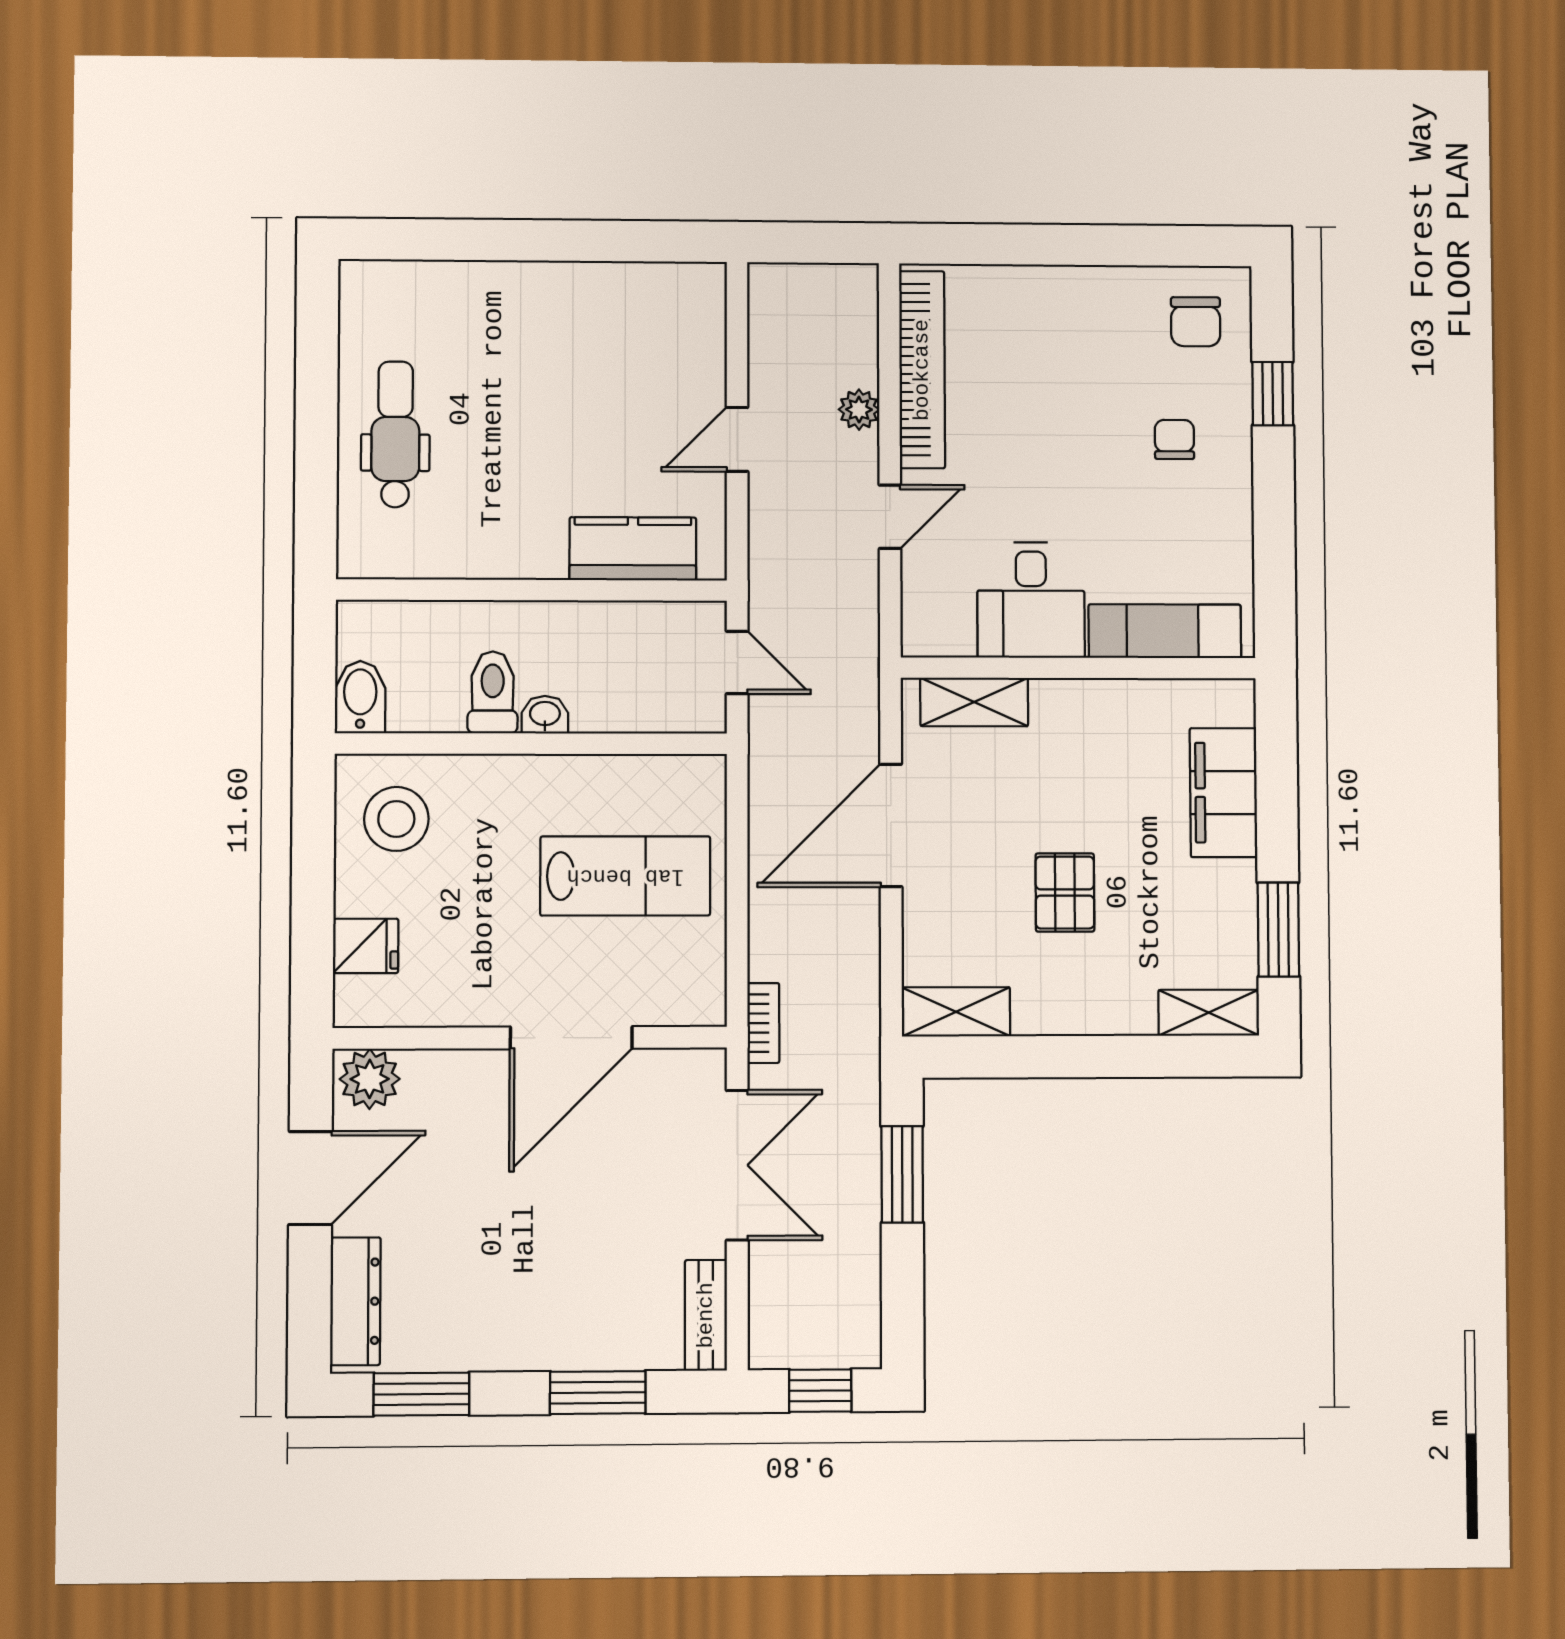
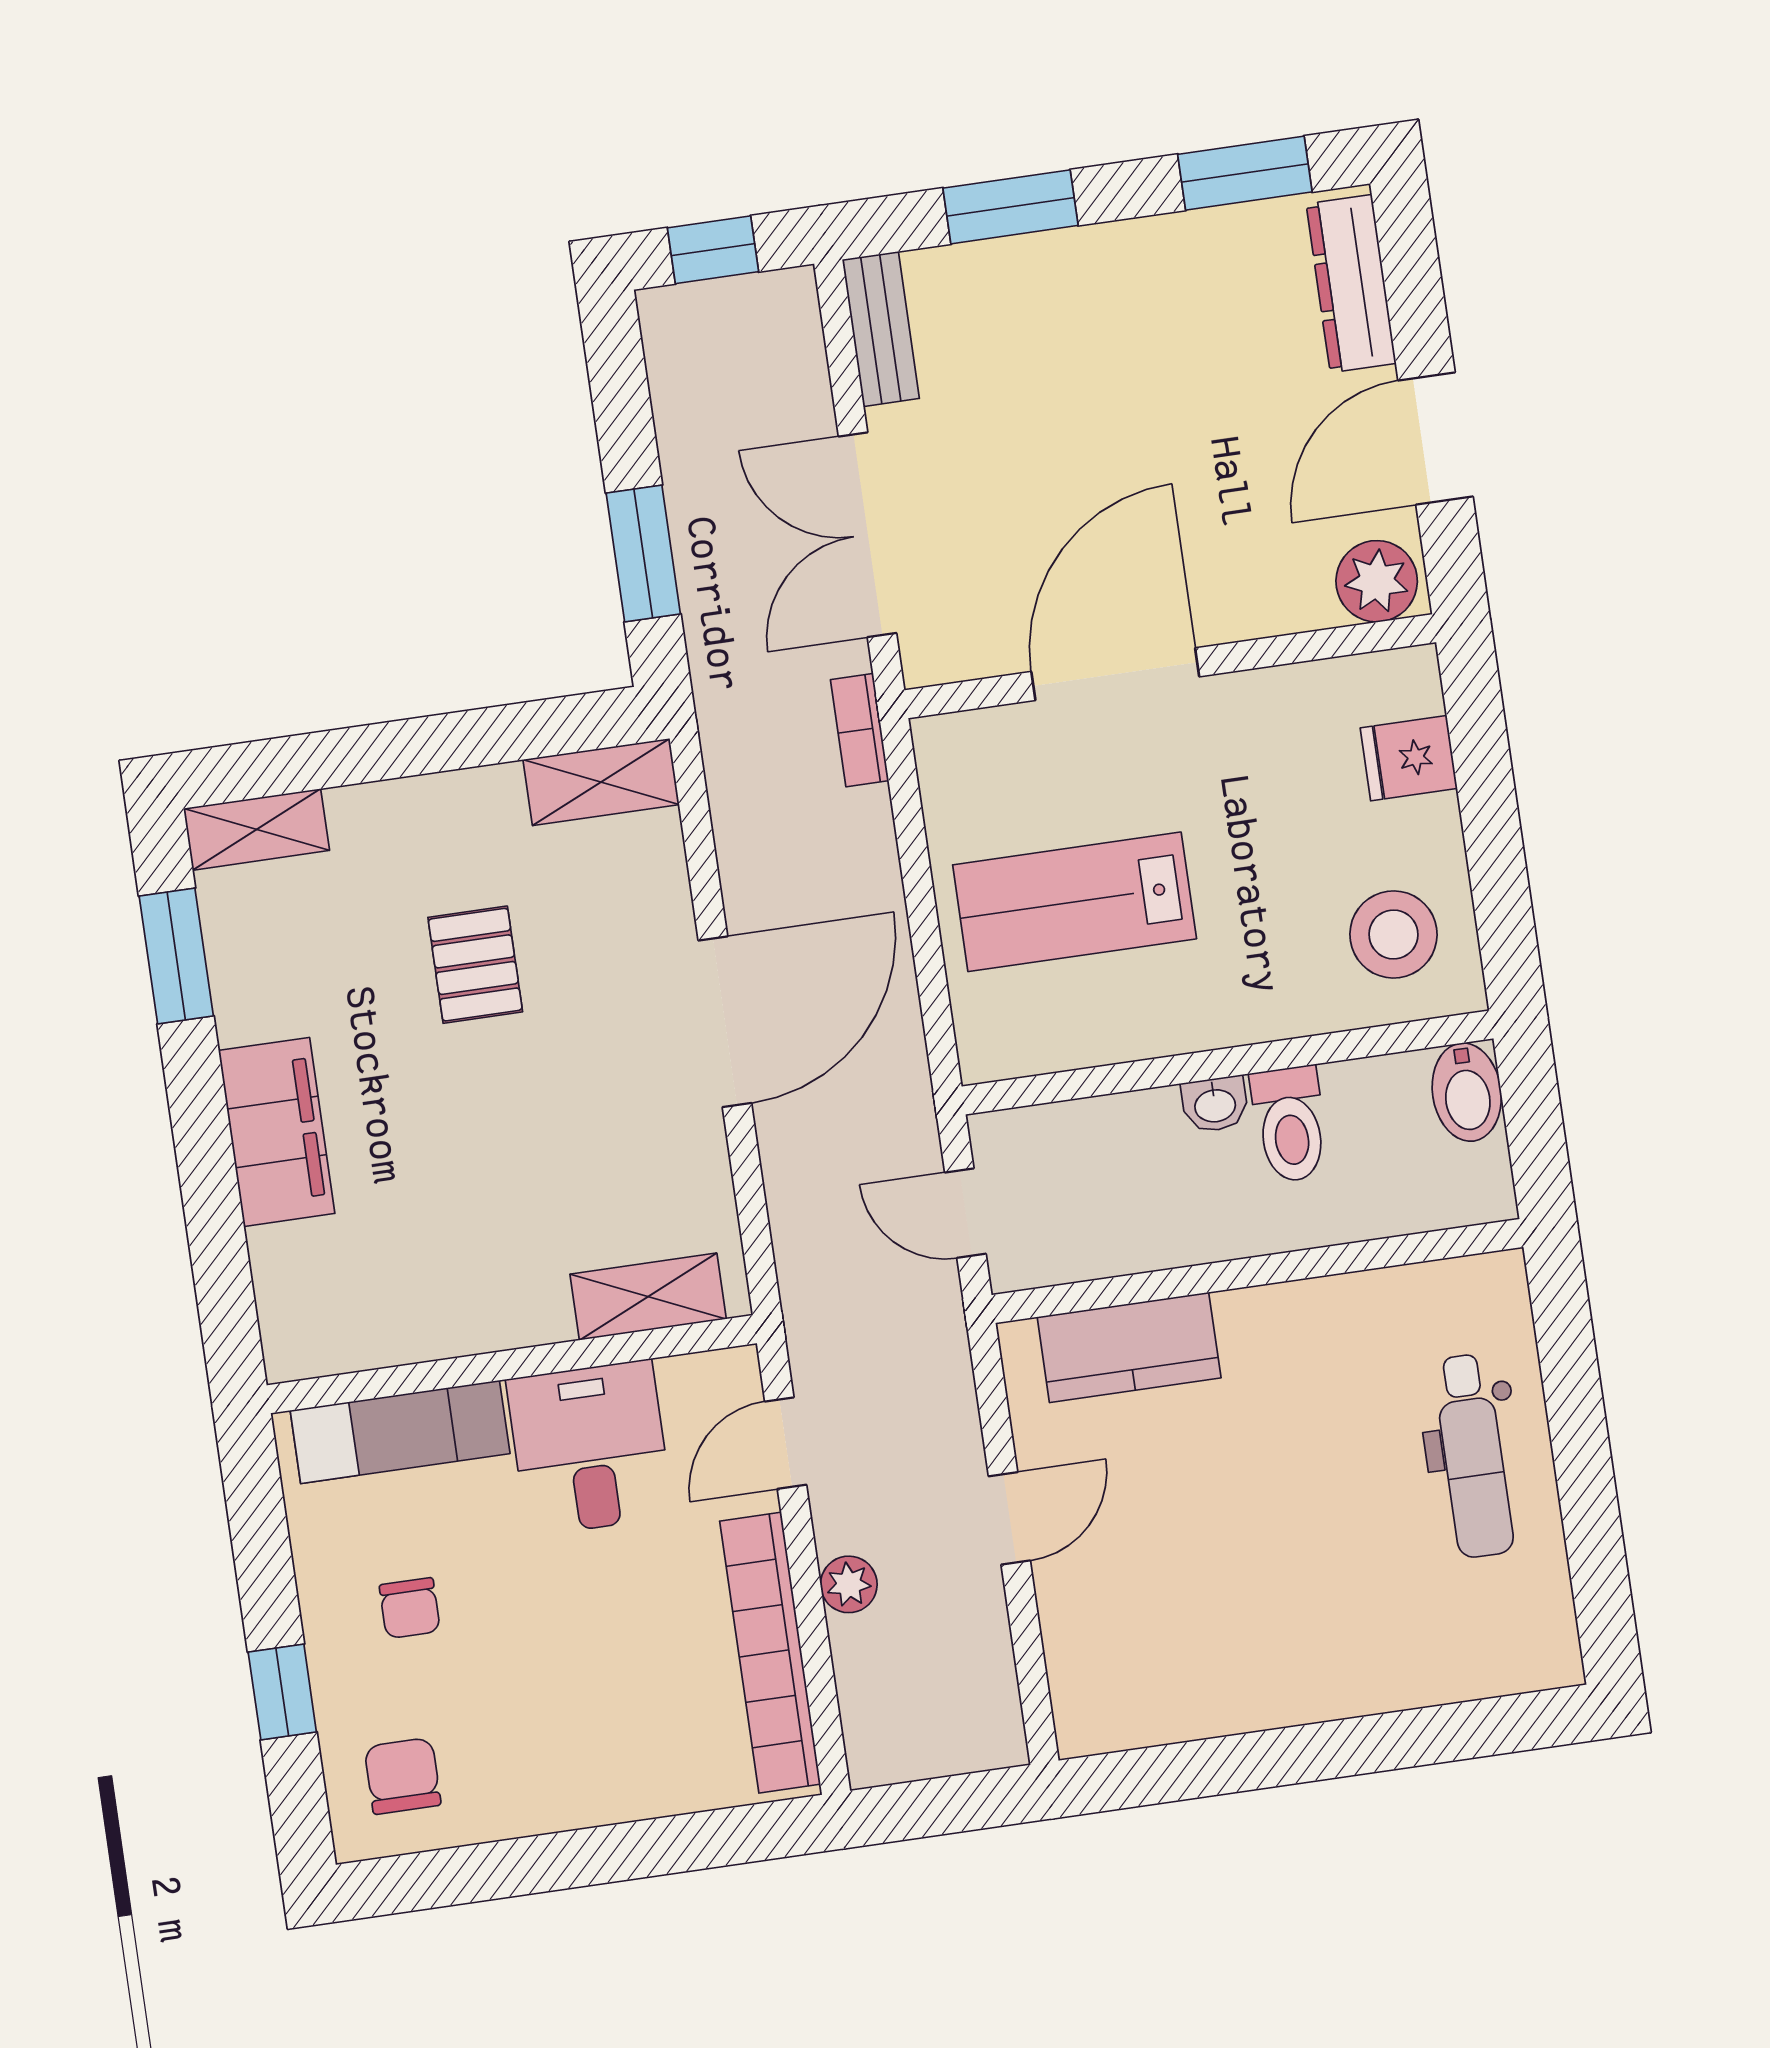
desk: (1031, 600) -> (590, 1448), moved
exam couch: (1165, 631) -> (400, 1432), moved
wall: (1078, 668) -> (512, 1364), moved
shelving: (974, 702) -> (648, 1297), moved

